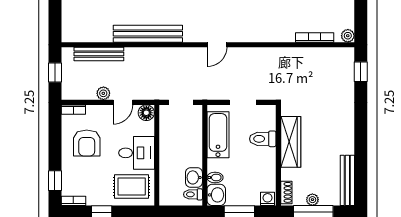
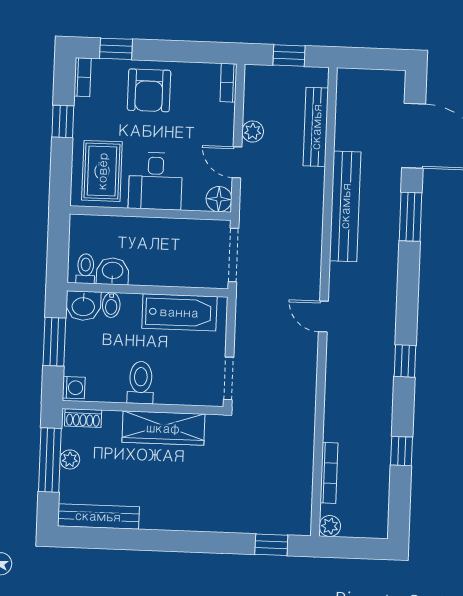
doorway: (181, 102) -> (233, 255), width x1.38
doorway: (243, 102) -> (229, 378), moved
toilet: (263, 139) -> (141, 383), moved
armchair: (87, 143) -> (149, 90), moved, turned -90

